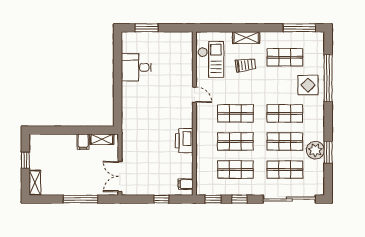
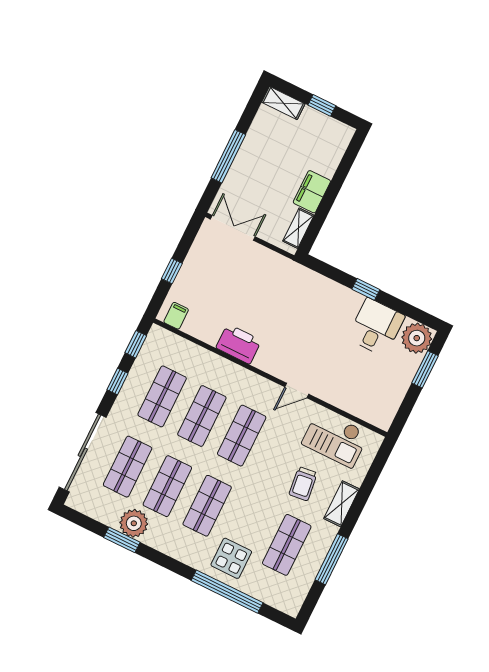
window: (299, 28) -> (332, 559), moved
plant: (131, 41) -> (417, 338), added
window: (118, 84) -> (366, 289), added
filing cabinet: (83, 142) -> (312, 192), width x2.00

